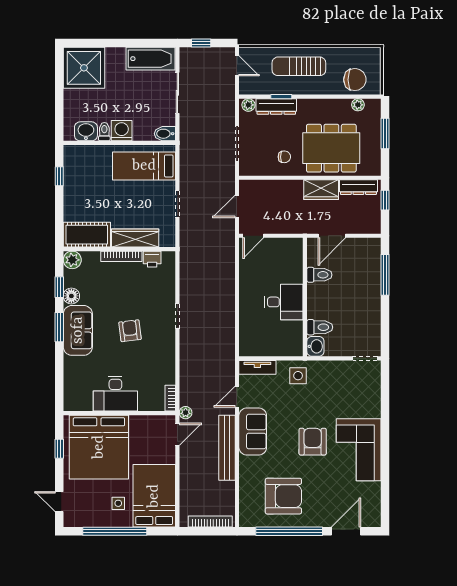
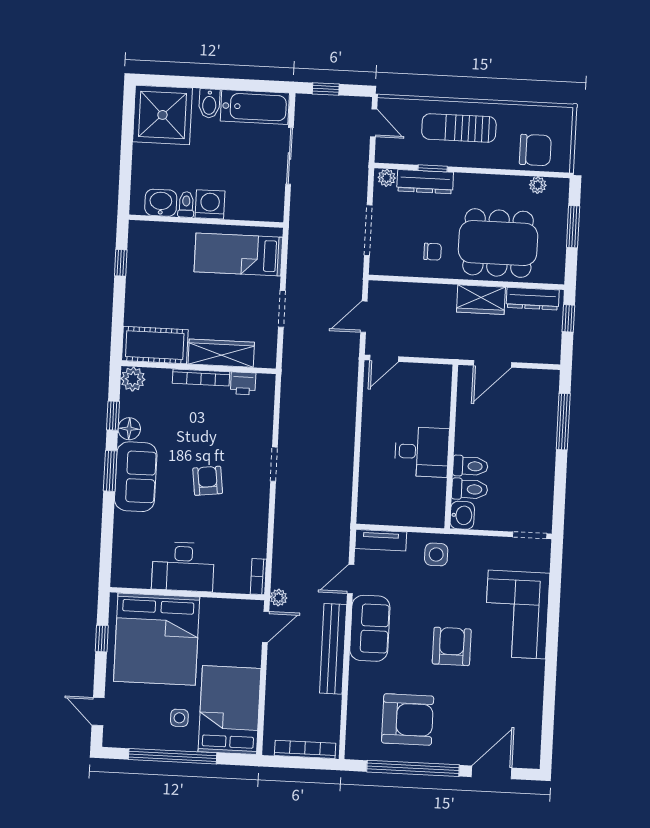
bidet: (165, 134) -> (209, 103), moved, turned -90
toilet: (319, 275) -> (470, 466), moved
corner sofa: (359, 450) -> (517, 615), moved

